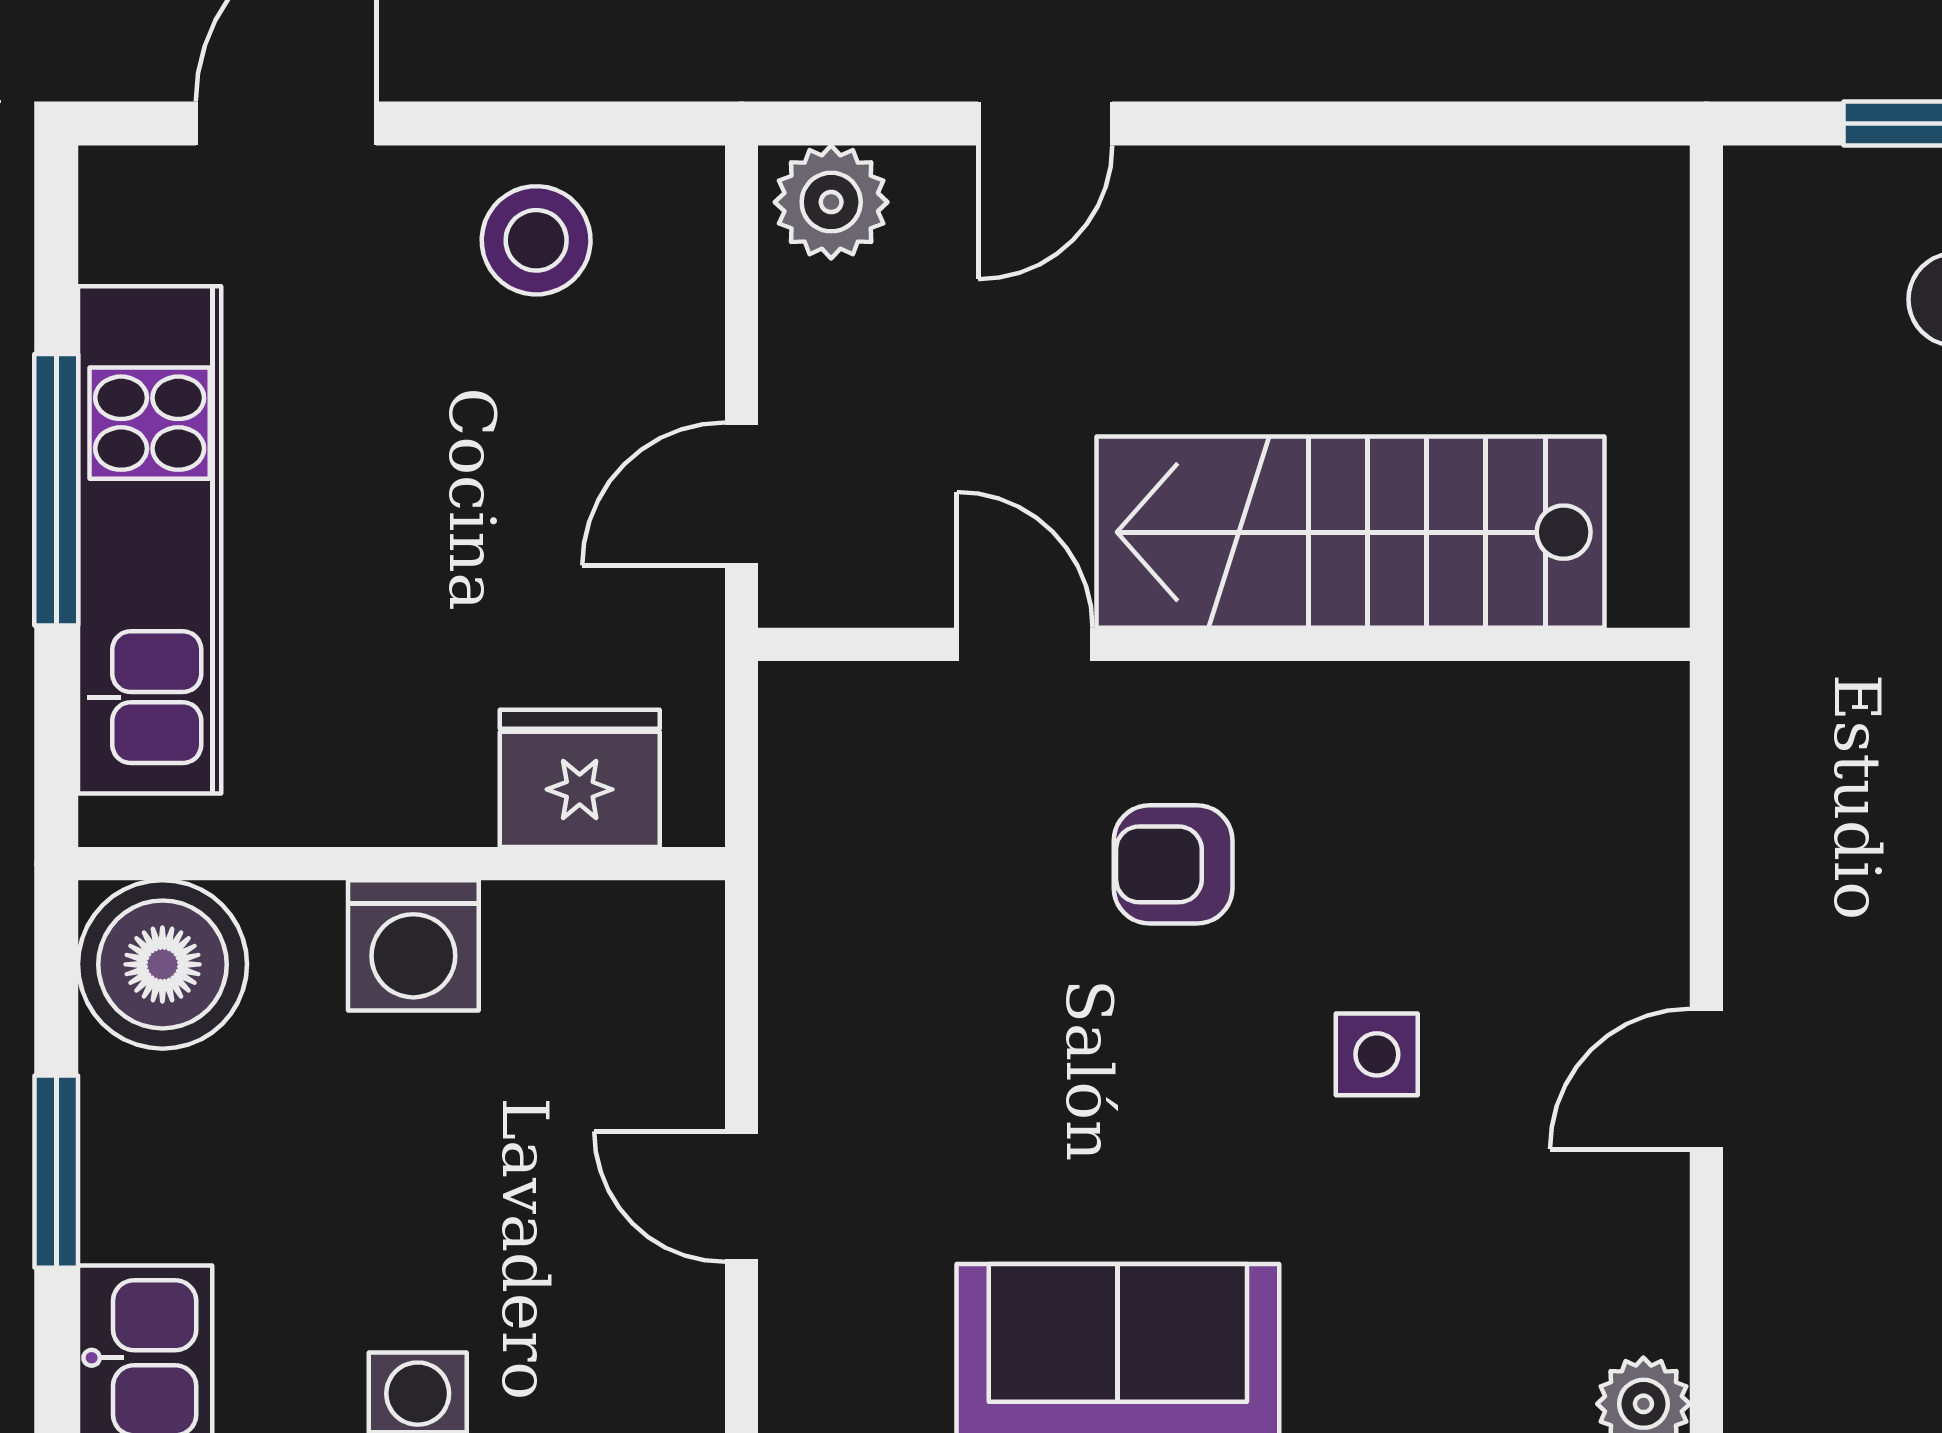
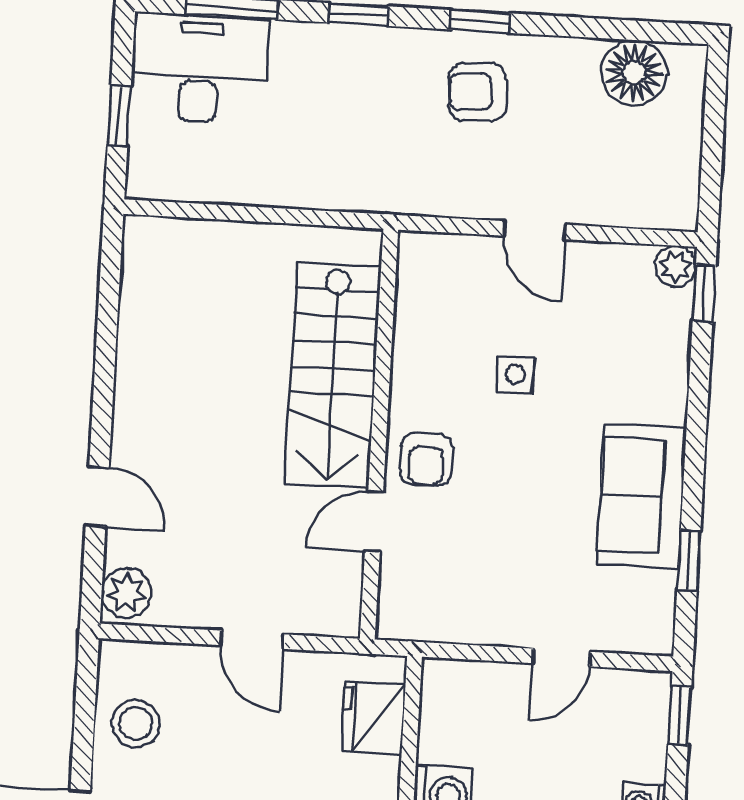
stairs: (1350, 532) -> (333, 376), moved
door: (1025, 644) -> (374, 522), moved
wall: (1224, 644) -> (379, 434), moved

